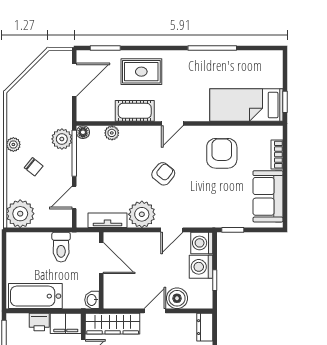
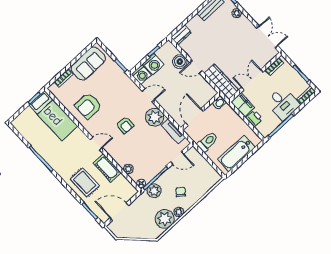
armchair: (163, 174) -> (125, 125), turned -126
plant: (20, 214) -> (165, 219), moved
bathtub: (35, 296) -> (237, 153), moved, turned 90

